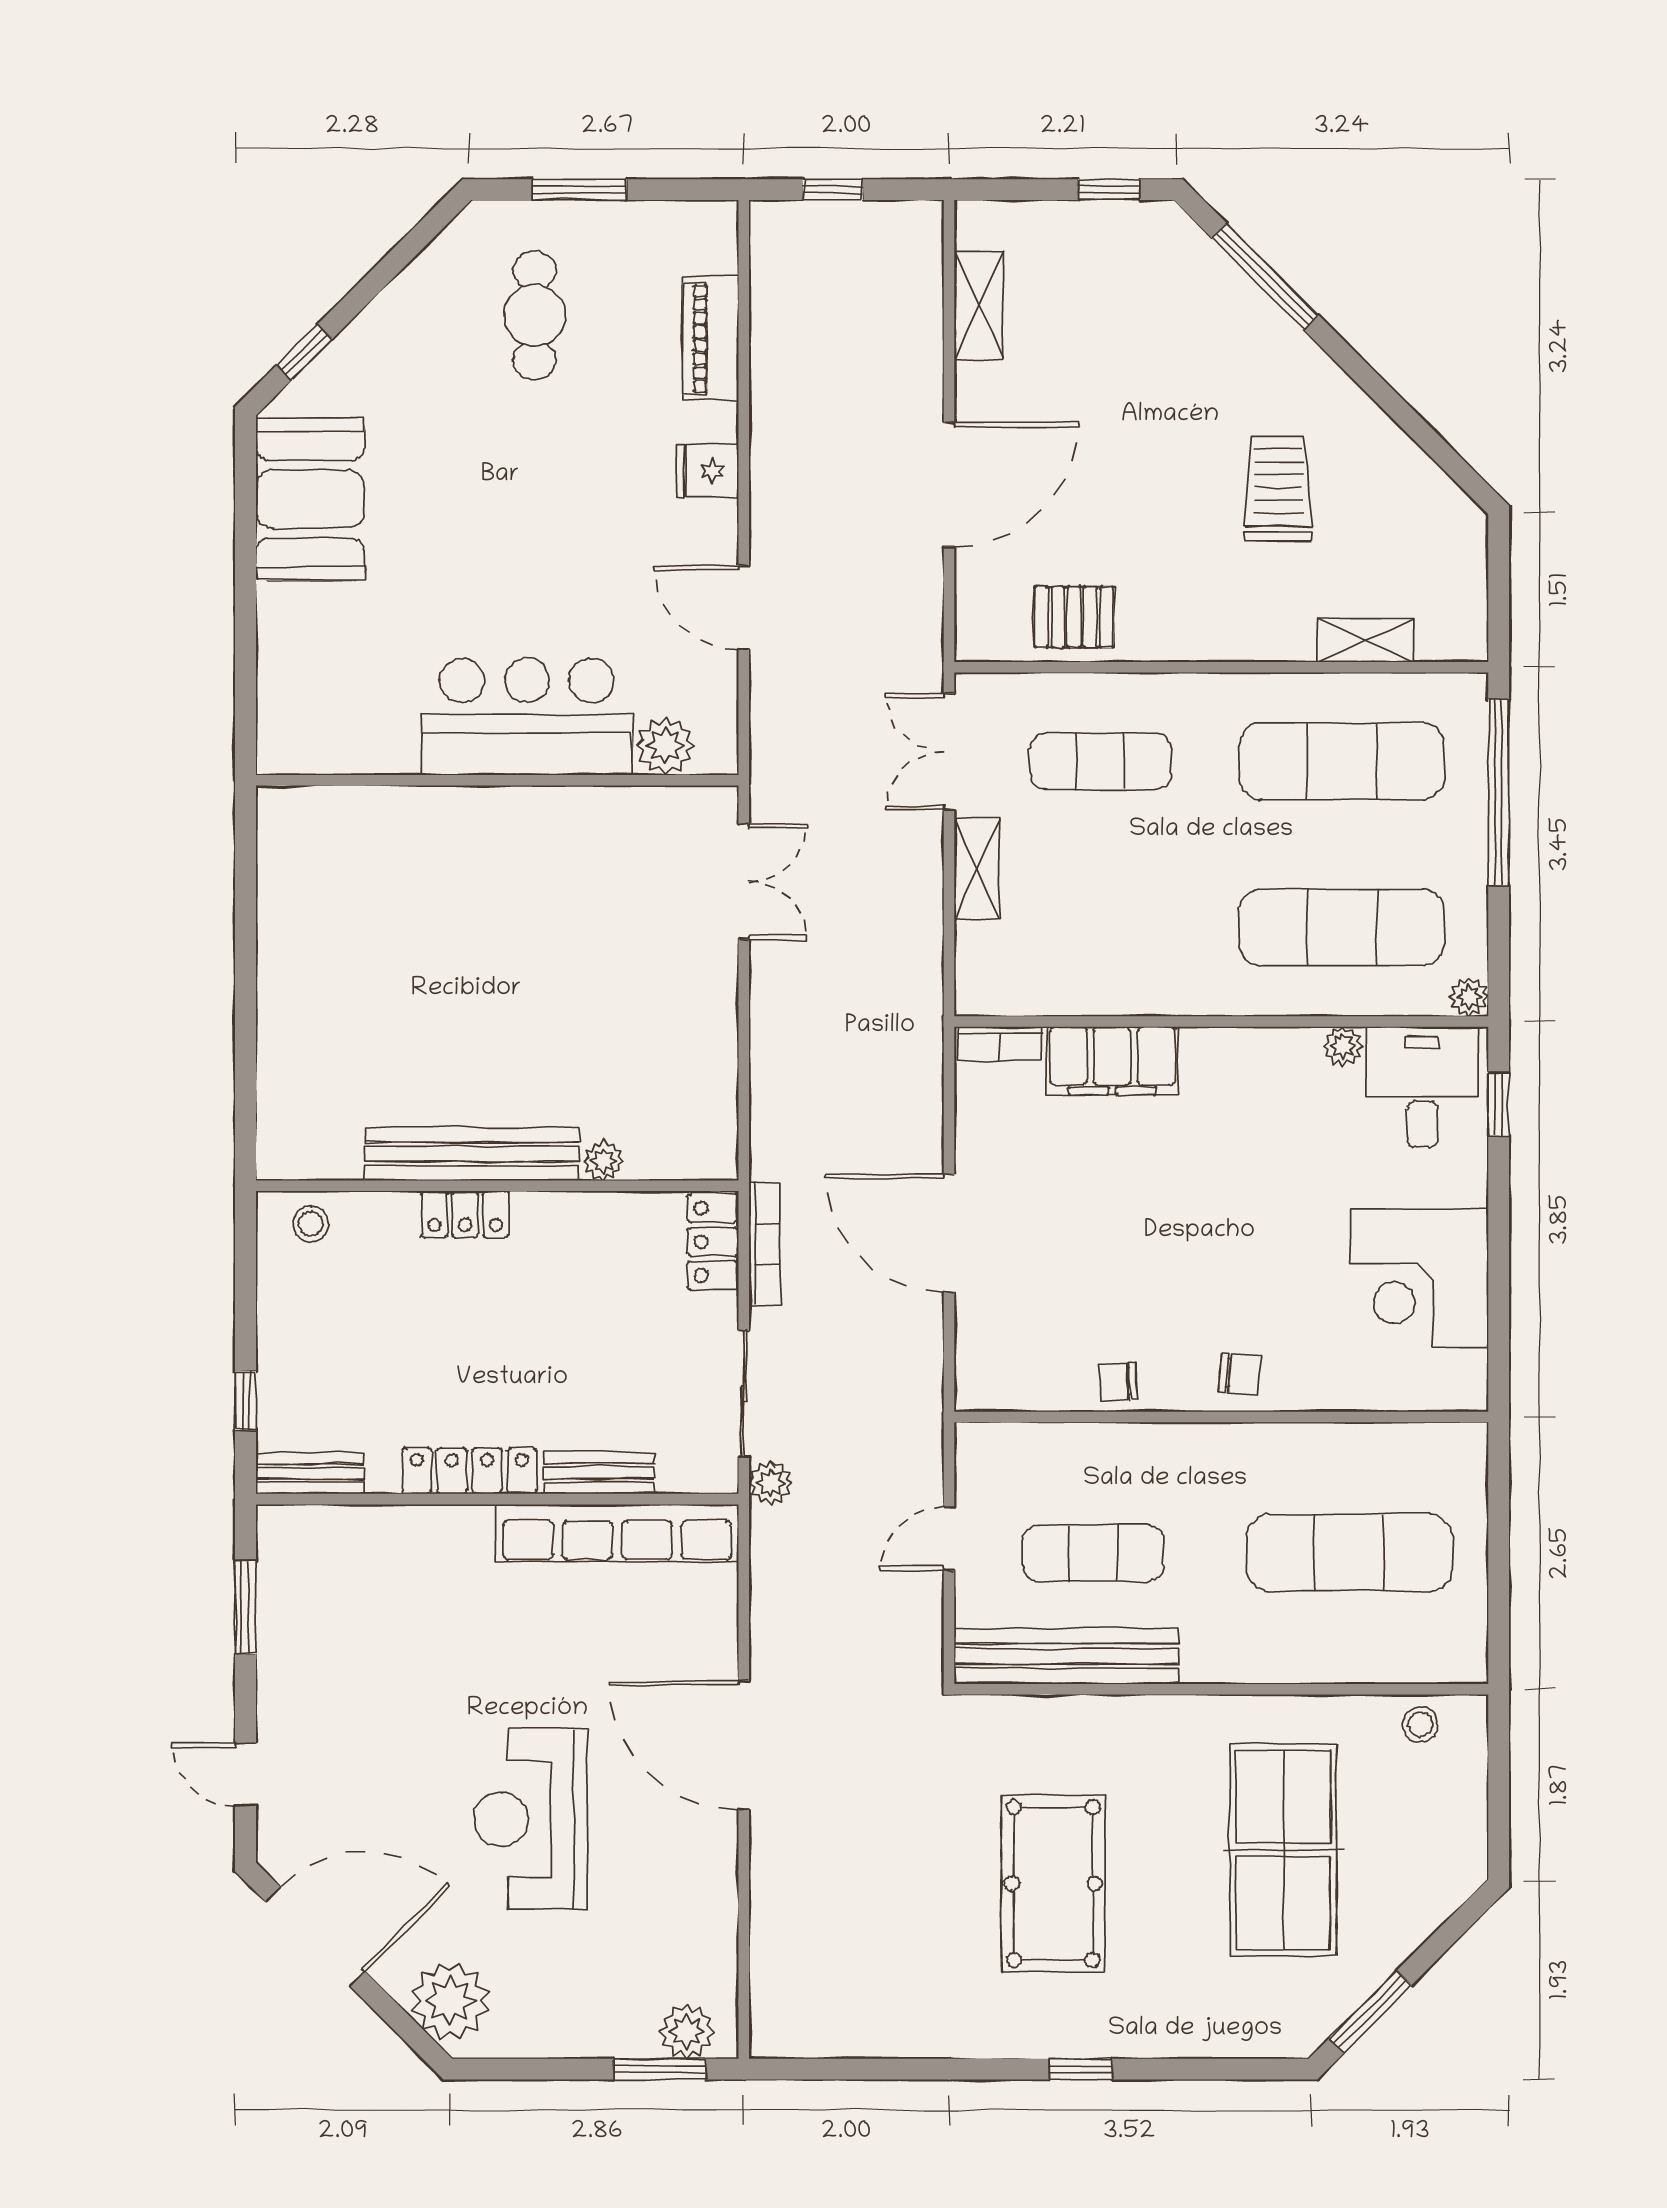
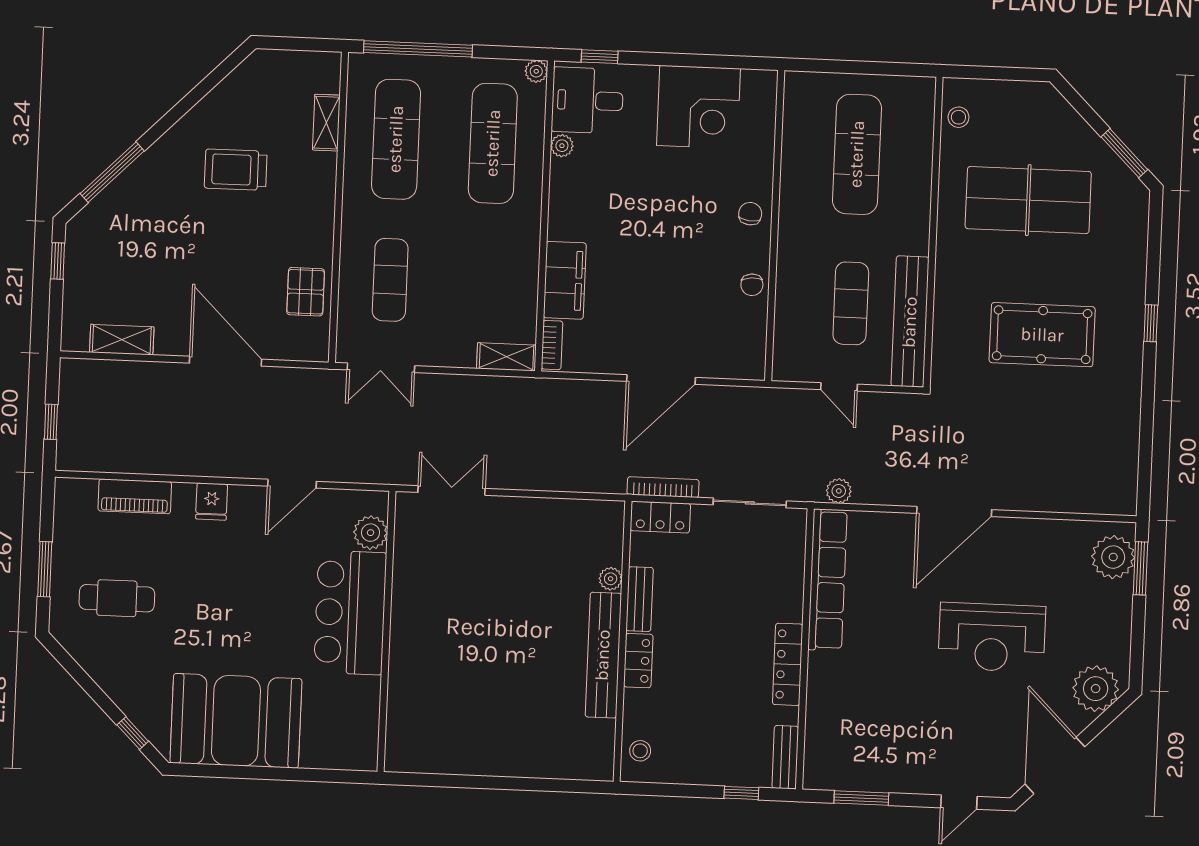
booth: (310, 499) -> (236, 721), width x1.36, depth x1.42
shelving: (977, 869) -> (506, 357), moved
bench: (599, 1473) -> (640, 599), moved
plant: (771, 1483) -> (839, 491), moved
plant: (687, 2031) -> (1113, 557), width x1.36, depth x1.36

